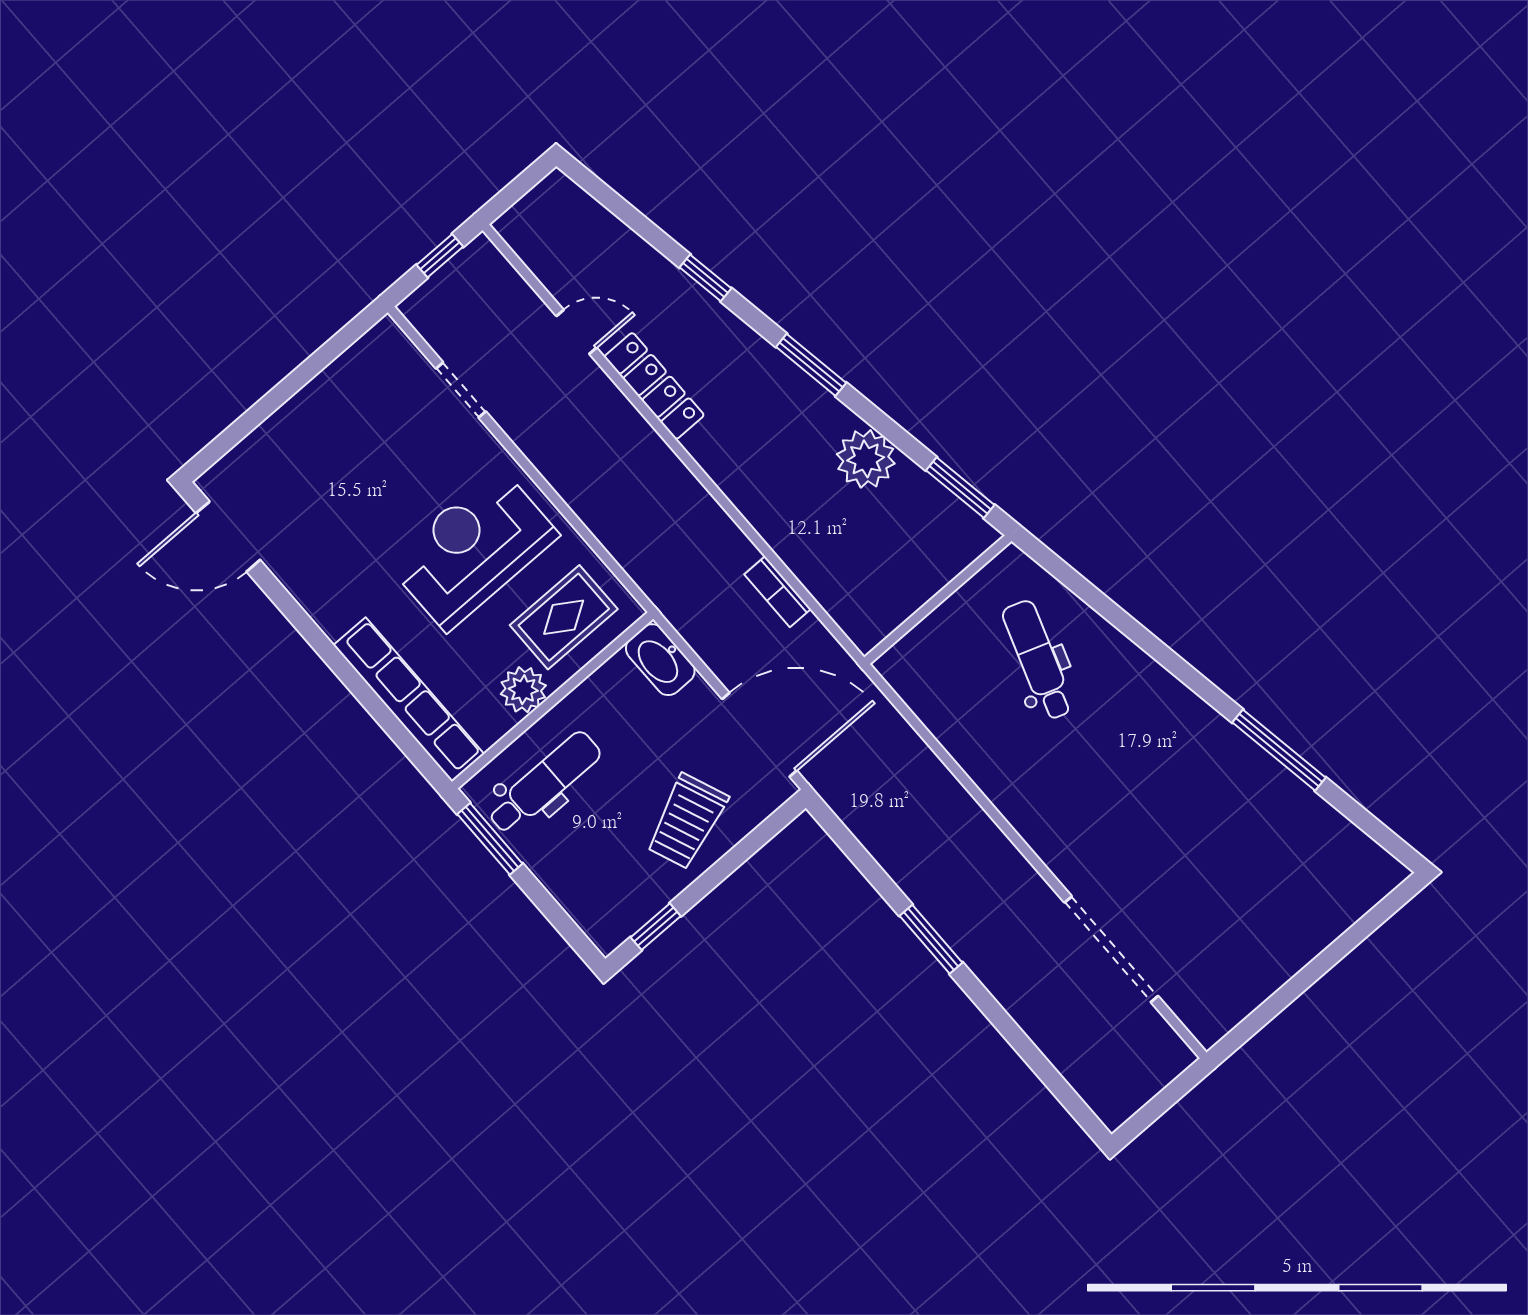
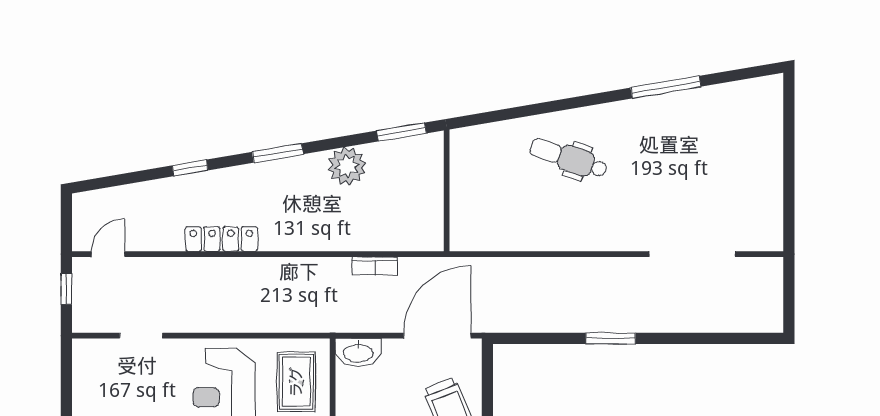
door: (576, 332) -> (108, 254), moved
dental chair: (1038, 660) -> (569, 158), moved

